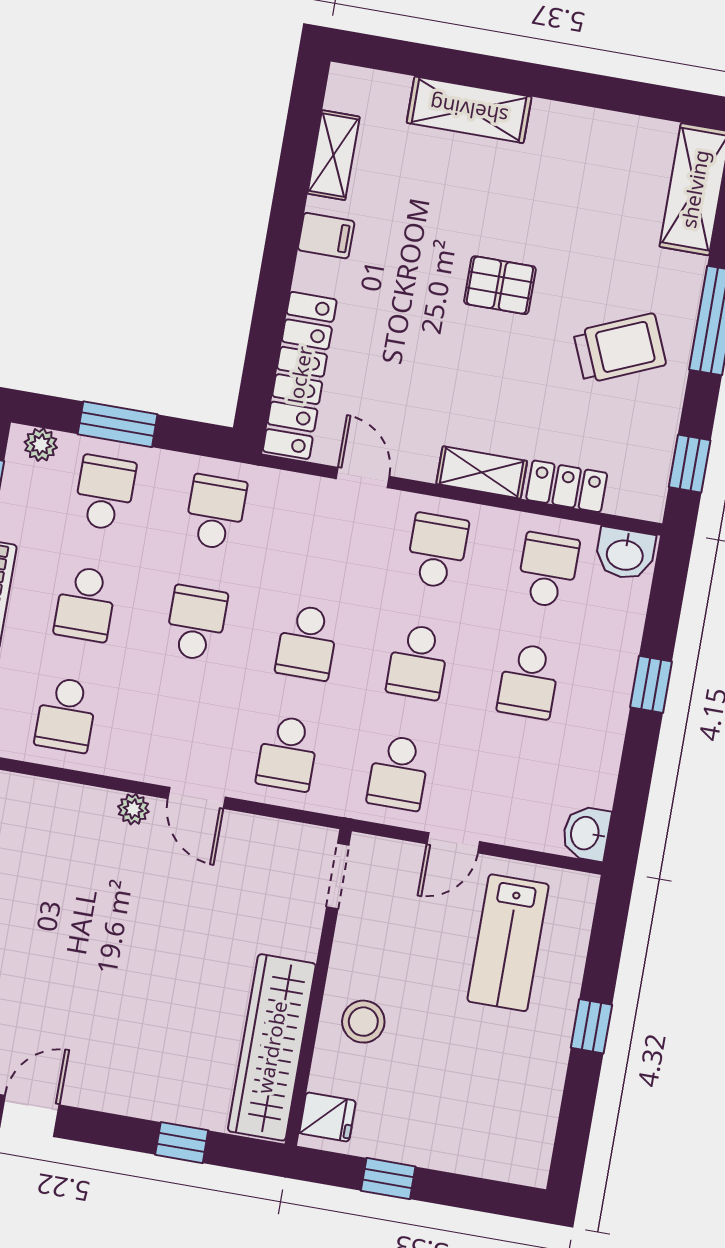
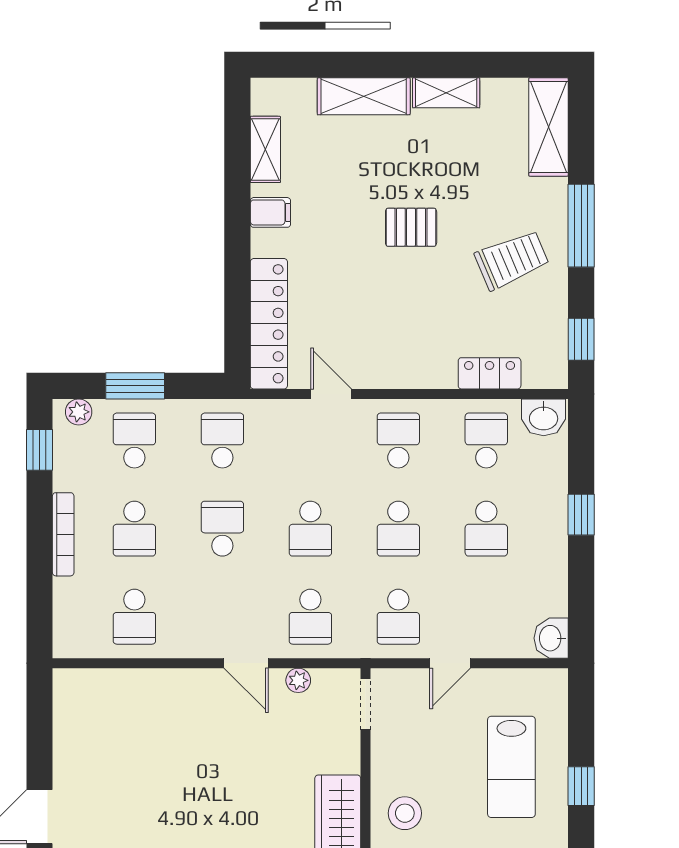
shelving: (482, 472) -> (446, 93), moved
plant: (133, 809) -> (298, 680), moved
lab bench: (508, 943) -> (511, 767), moved

